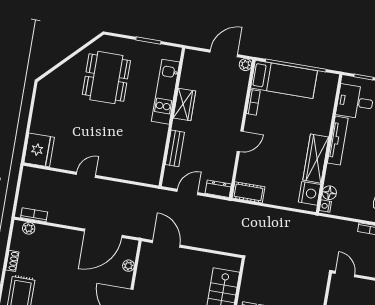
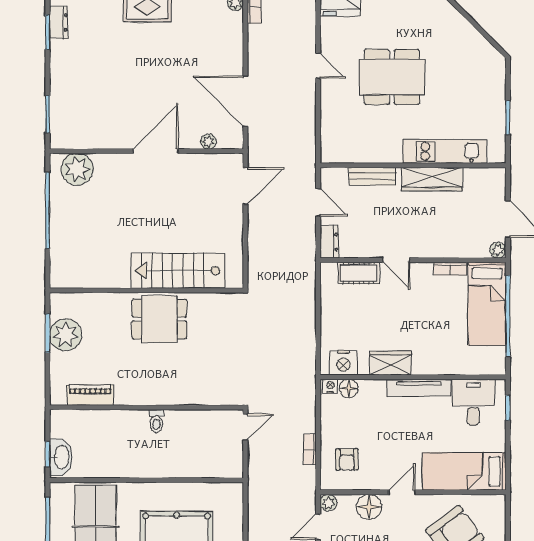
dining table: (106, 78) -> (392, 77), moved
wardrobe: (184, 105) -> (432, 179), width x1.50
wardrobe: (316, 159) -> (390, 363), width x0.67
cot: (248, 192) -> (359, 273), moved, turned 90

